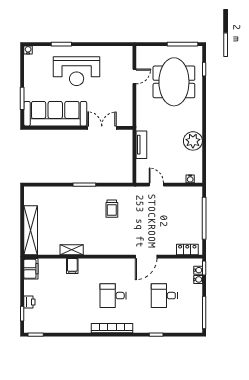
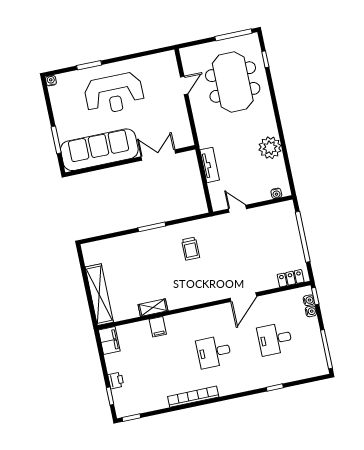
bookcase: (112, 328) -> (193, 397), moved

